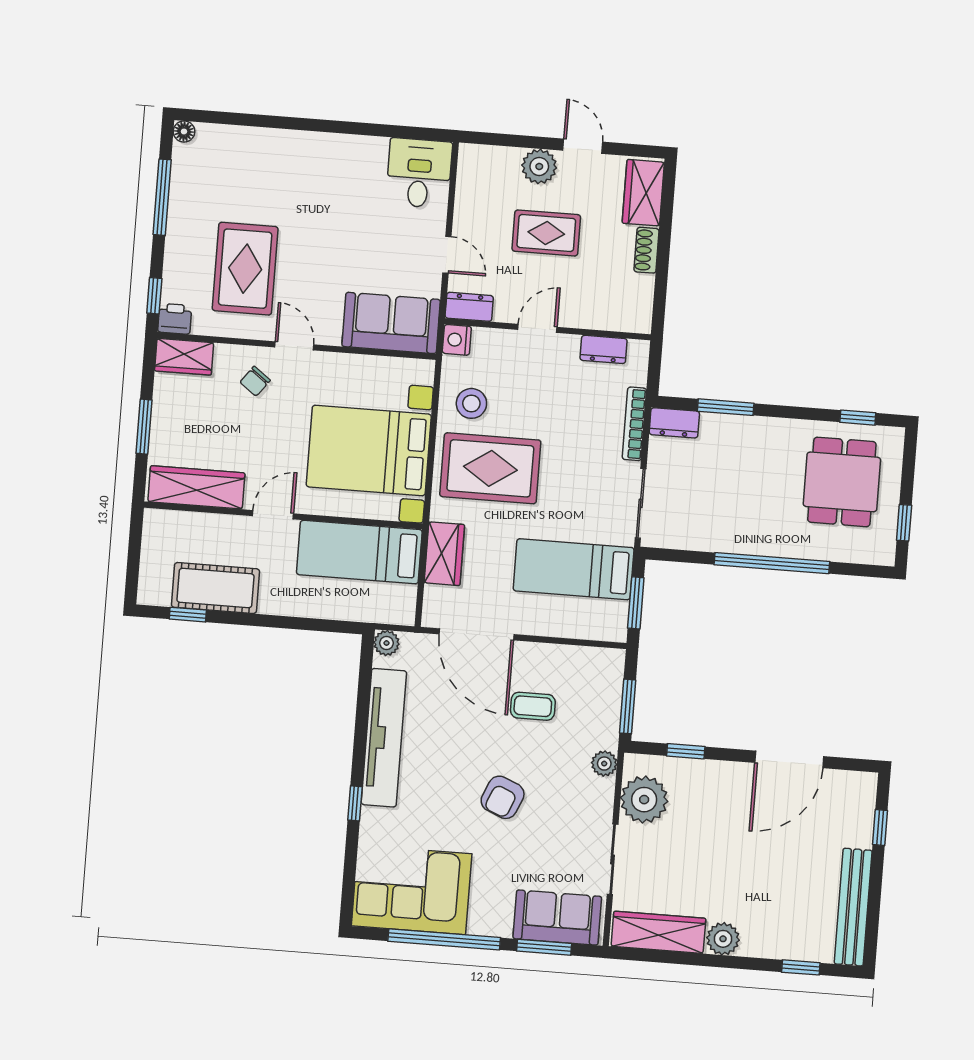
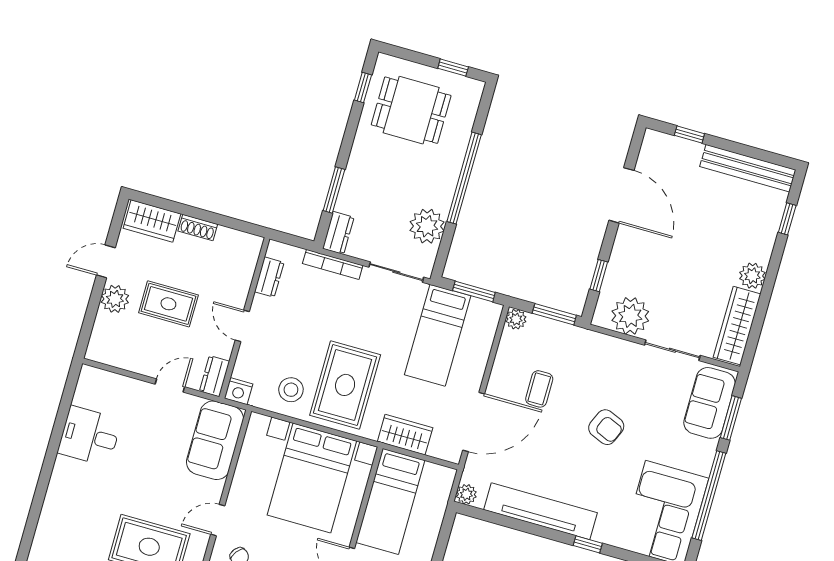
desk: (419, 173) -> (90, 436), moved
rug: (546, 233) -> (168, 304), turned 90
plant: (704, 530) -> (427, 226), added
plant: (604, 764) -> (516, 319), moved

